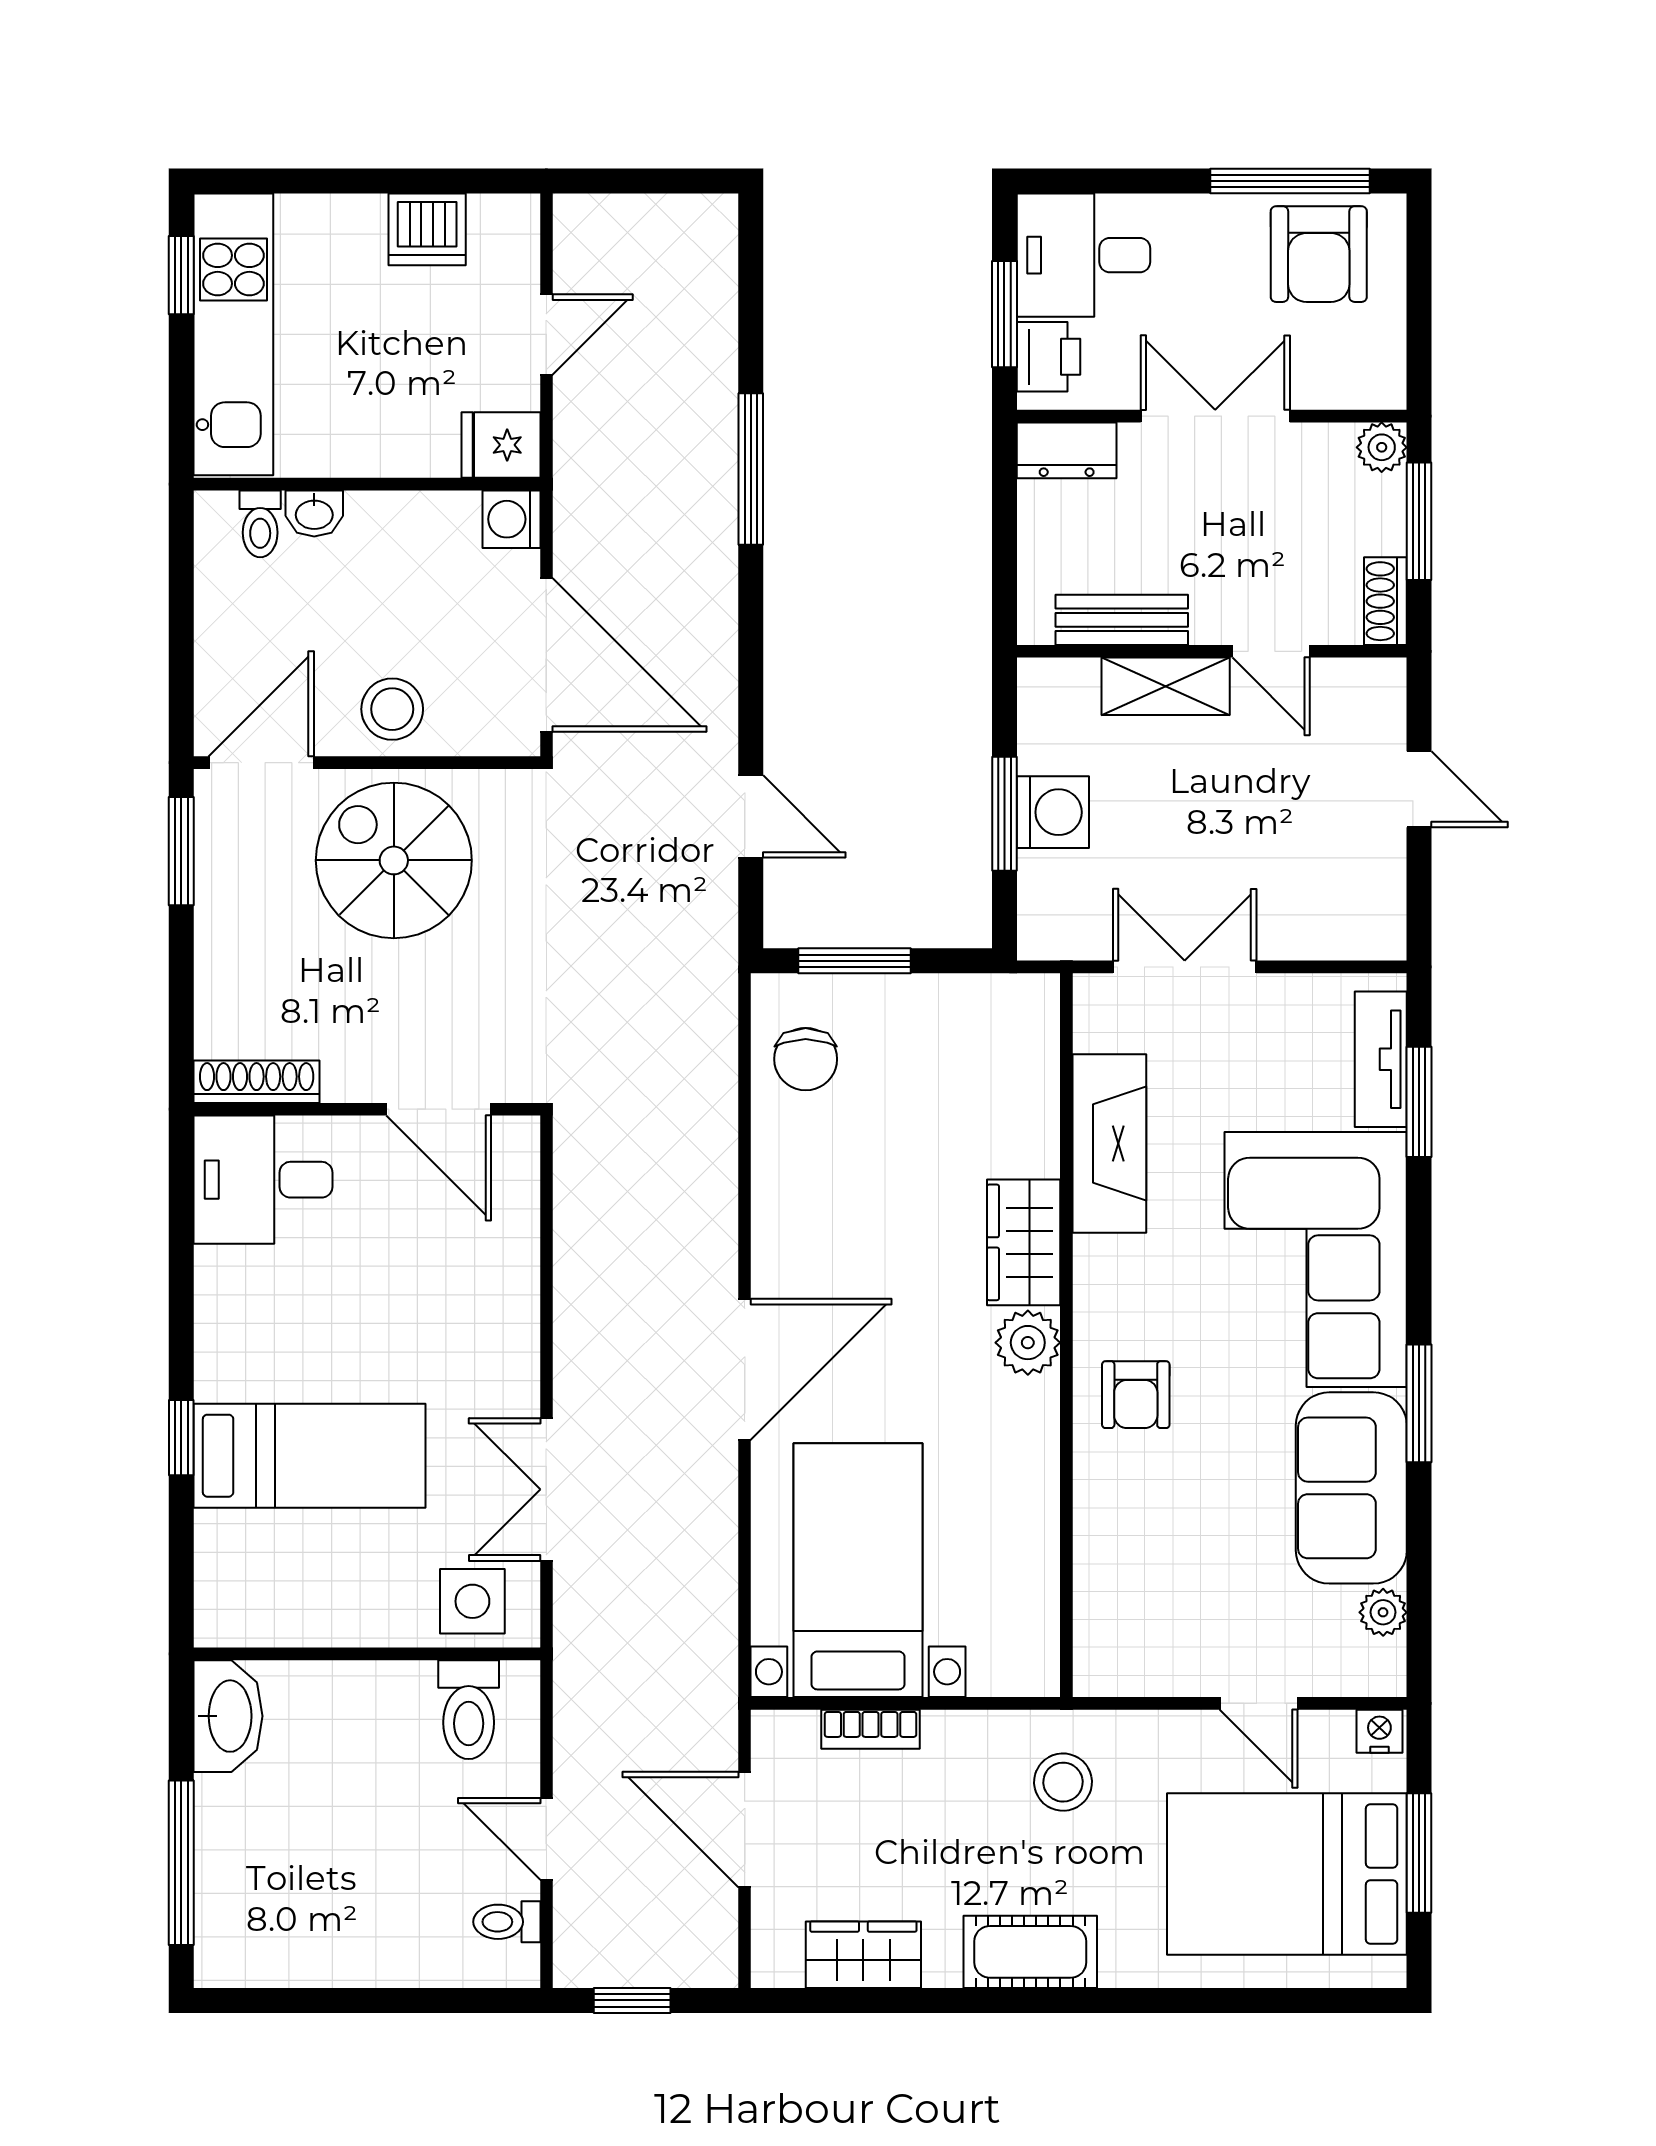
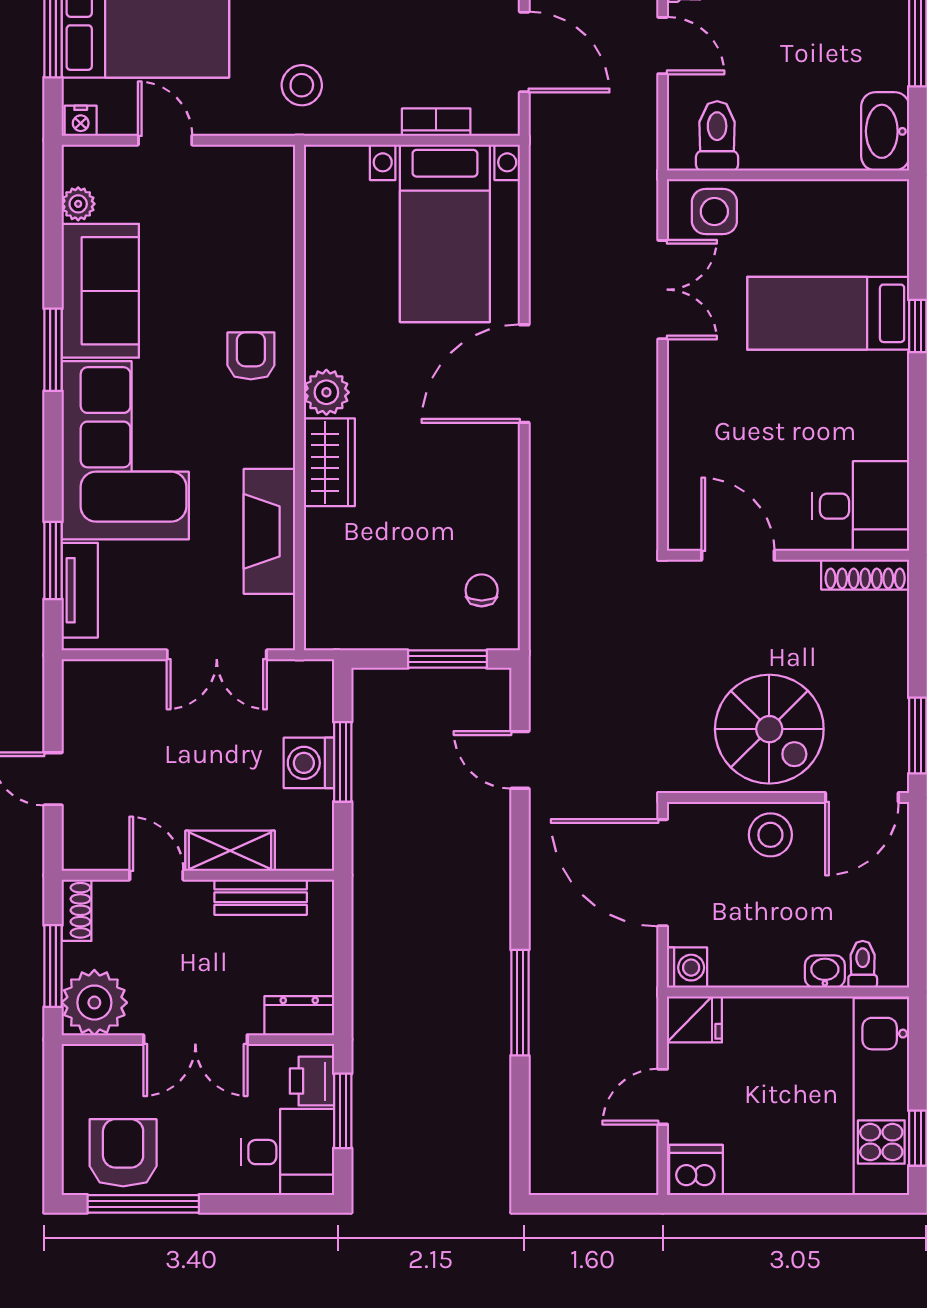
dishwasher: (427, 229) -> (696, 1170), moved
plant: (1382, 447) -> (94, 1003), width x1.88, depth x1.88
chair: (806, 1059) -> (482, 590), width x0.73, depth x0.73

